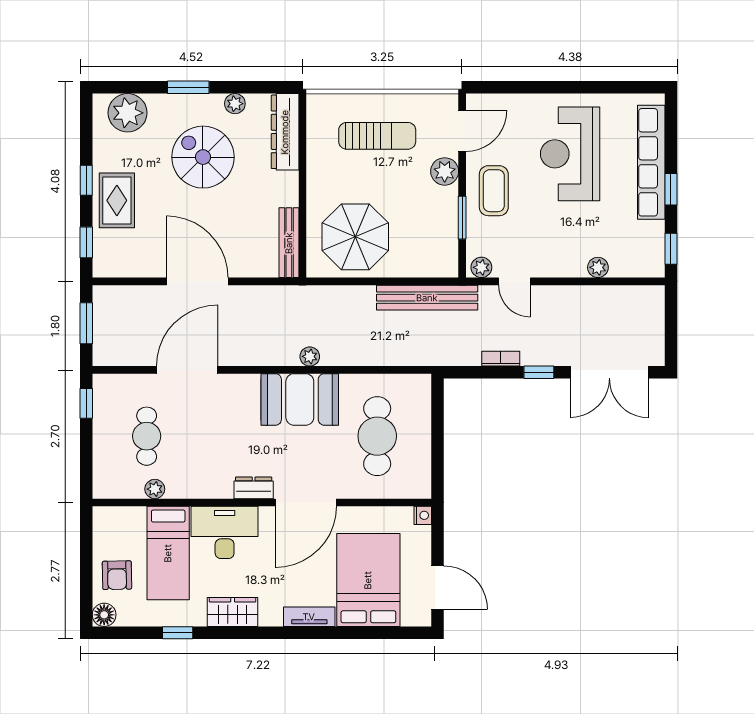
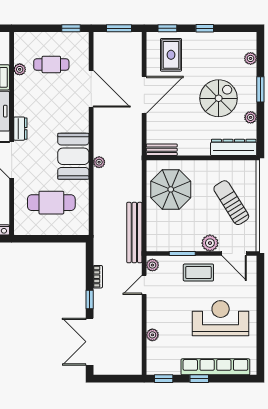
plant: (128, 113) -> (251, 58), width x0.53, depth x0.53
sun lounger: (377, 136) -> (231, 203), turned 148
rug: (117, 200) -> (171, 55), moved, turned 90
bench: (289, 243) -> (162, 150), width x0.73

